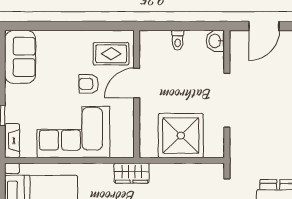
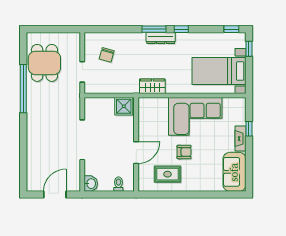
door: (137, 83) -> (136, 153), moved
wall: (137, 94) -> (136, 144), moved
shower: (181, 136) -> (124, 106), width x0.54, depth x0.54
fireplace: (12, 141) -> (240, 139), moved

